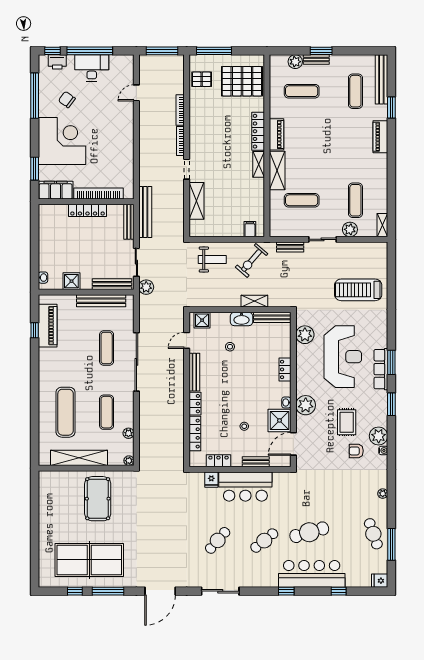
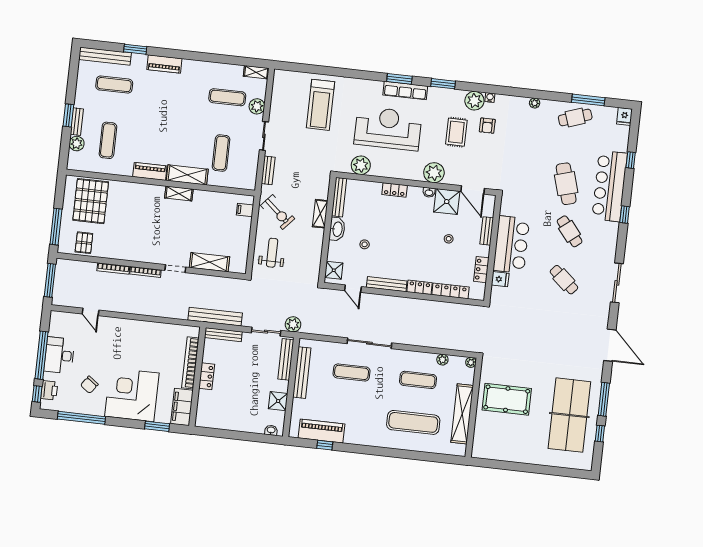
locker: (258, 131) -> (144, 190), removed
locker: (87, 210) -> (207, 376), width x0.66
sliding door: (136, 362) -> (369, 343), width x0.73
rug: (347, 422) -> (456, 132), turned 90

